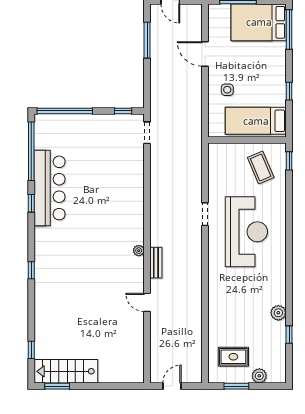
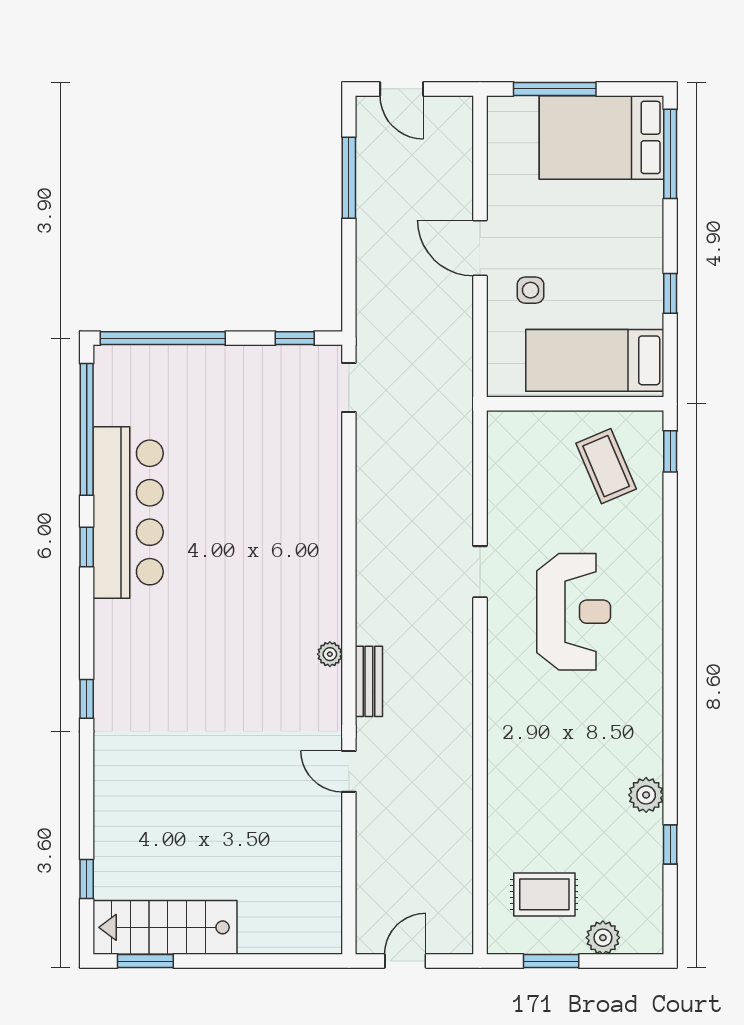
door: (205, 54) -> (480, 248), moved
reception desk: (246, 232) -> (574, 612), width x0.74, depth x0.77

